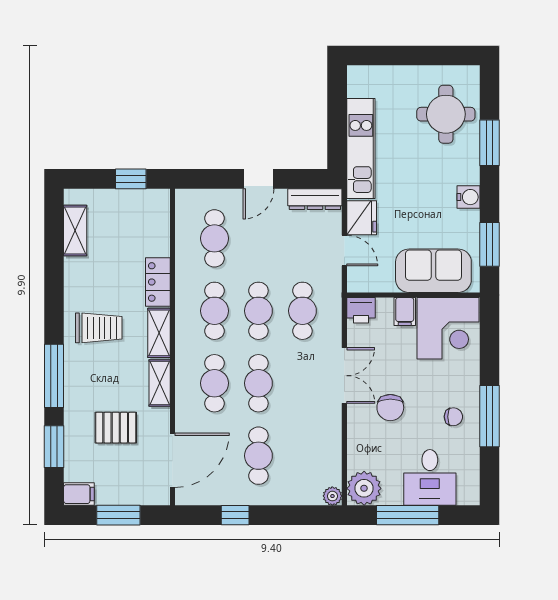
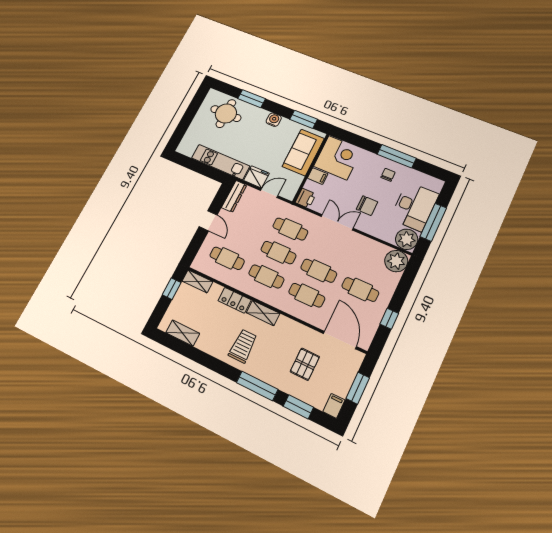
shelving: (160, 383) -> (197, 281), moved
desk: (430, 477) -> (414, 206), width x1.37
plant: (332, 496) -> (396, 261), width x1.87, depth x1.87

